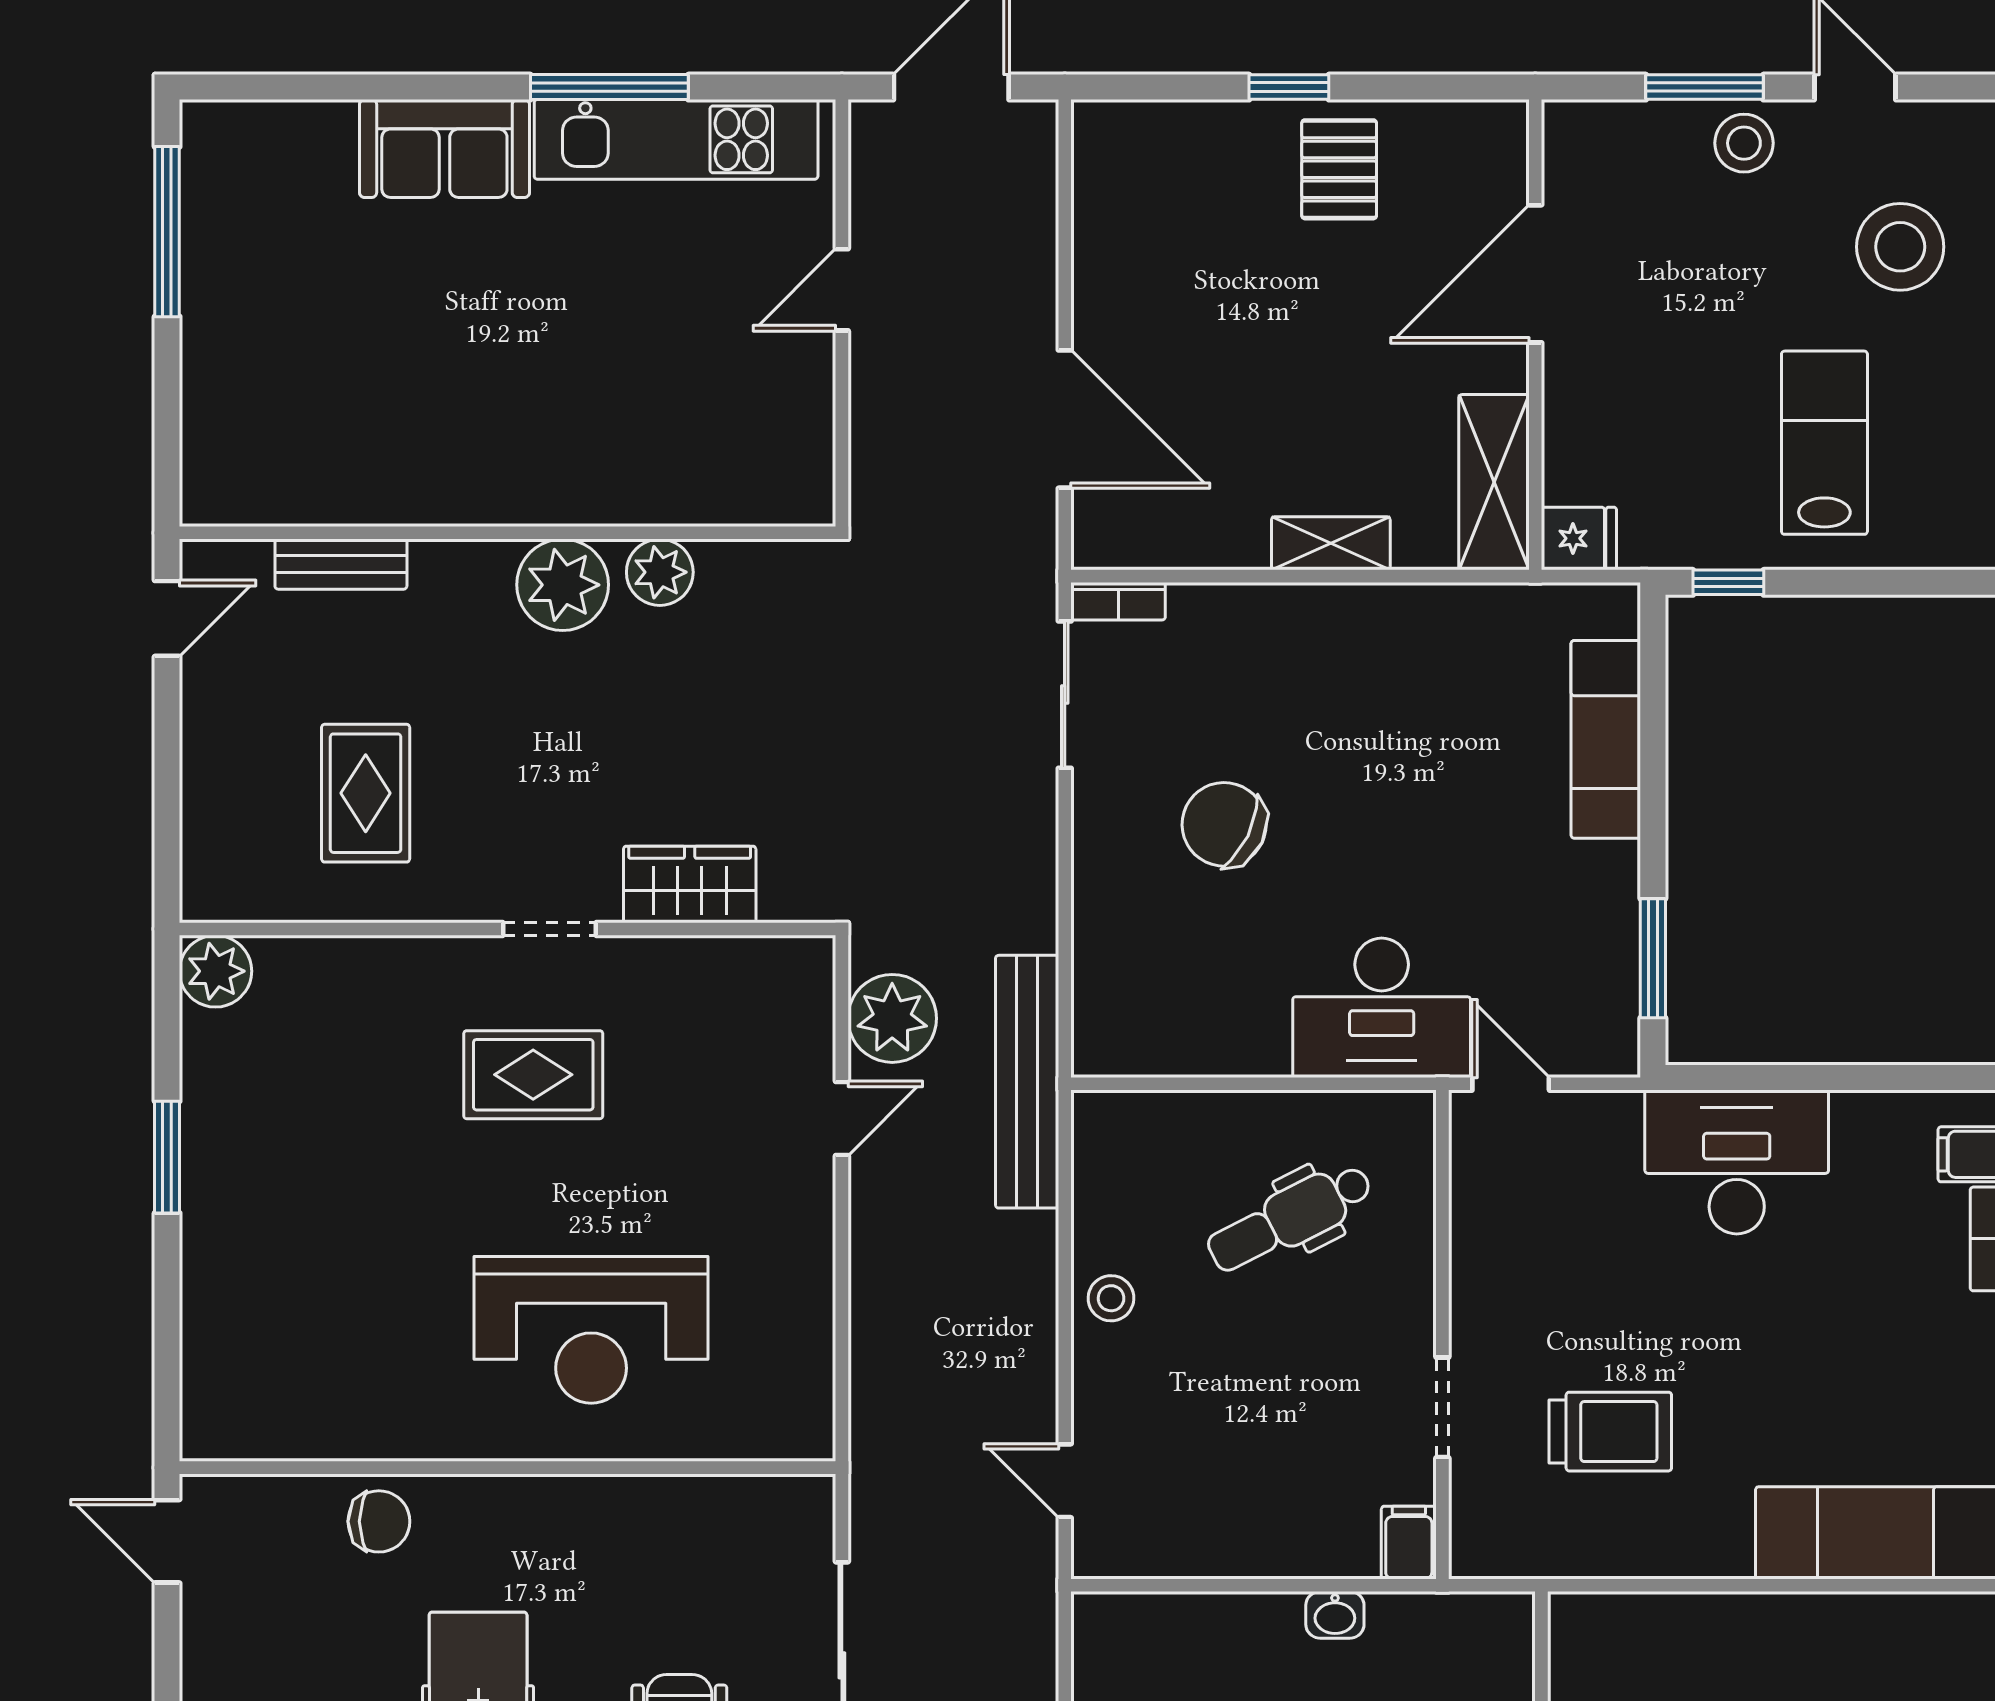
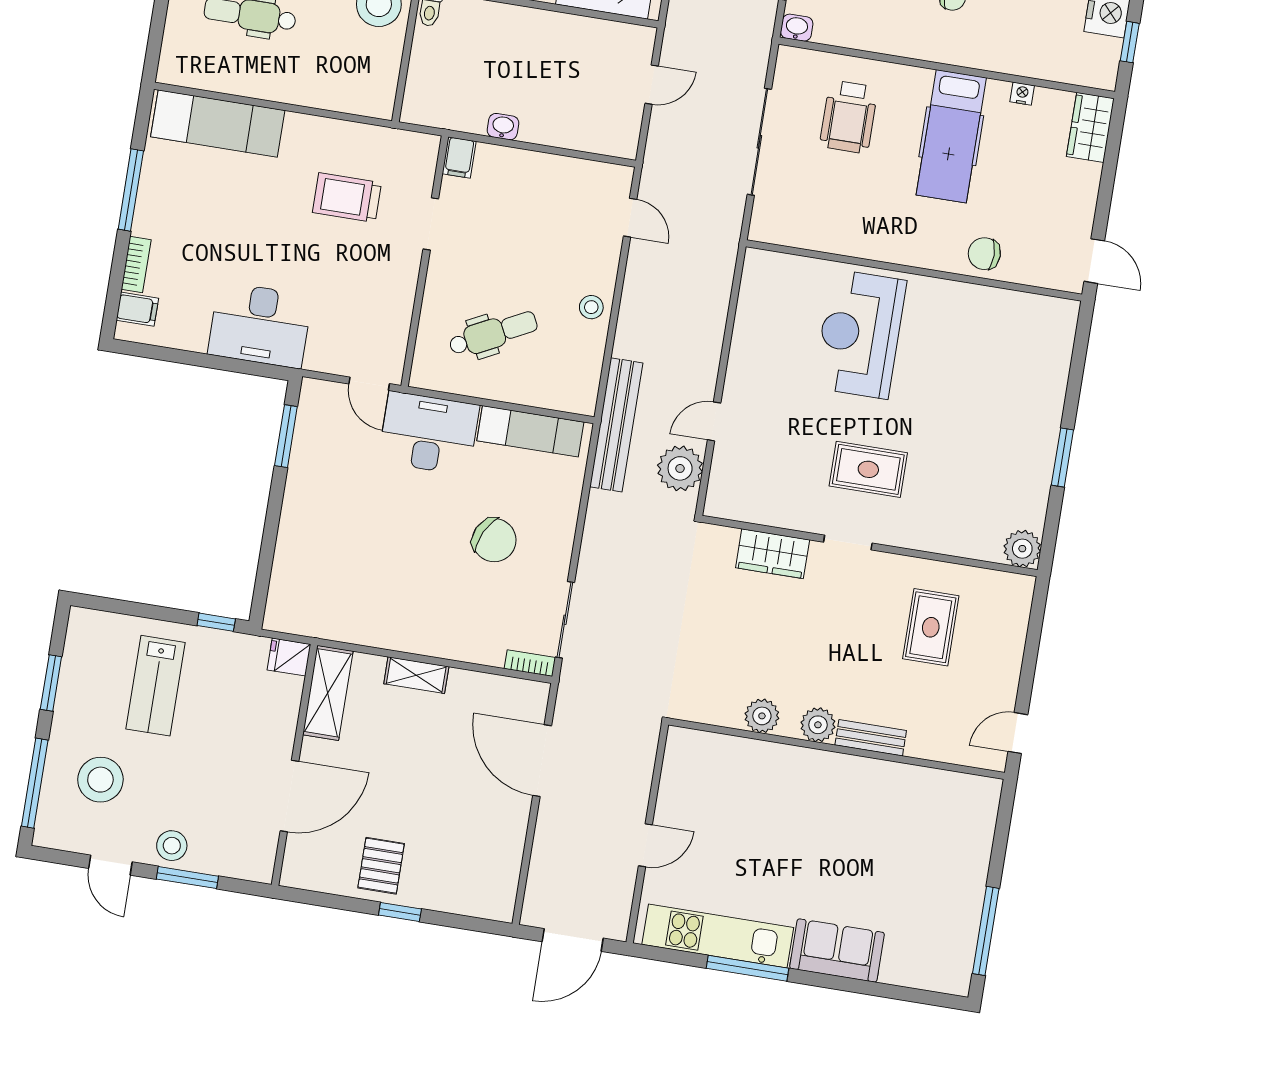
bench: (341, 564) -> (871, 738), moved
plant: (563, 585) -> (818, 725), width x0.73, depth x0.73
exam couch: (1606, 739) -> (530, 431), moved, turned 90
reception desk: (591, 1330) -> (860, 334), turned -90

